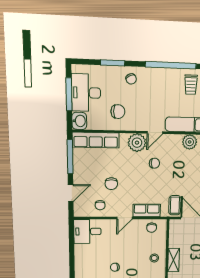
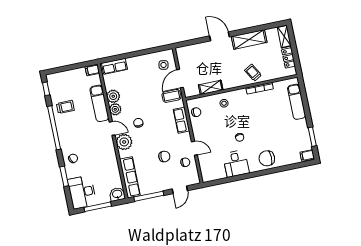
desk: (86, 93) -> (82, 192), moved, turned 90
chair: (118, 112) -> (102, 164), removed
plant: (175, 141) -> (115, 109), added
door: (71, 193) -> (180, 190), swing flipped
door: (124, 218) -> (194, 148), moved
desk: (87, 231) -> (236, 164), moved
shelving: (174, 260) -> (211, 87), moved

